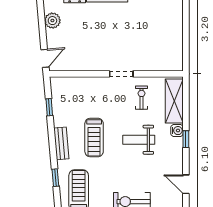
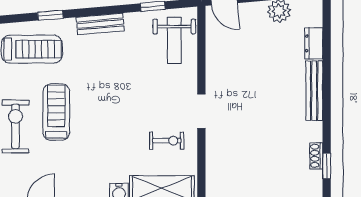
treadmill: (94, 137) -> (56, 112), moved, turned 90
weight bench: (139, 140) -> (174, 40), moved, turned 180

